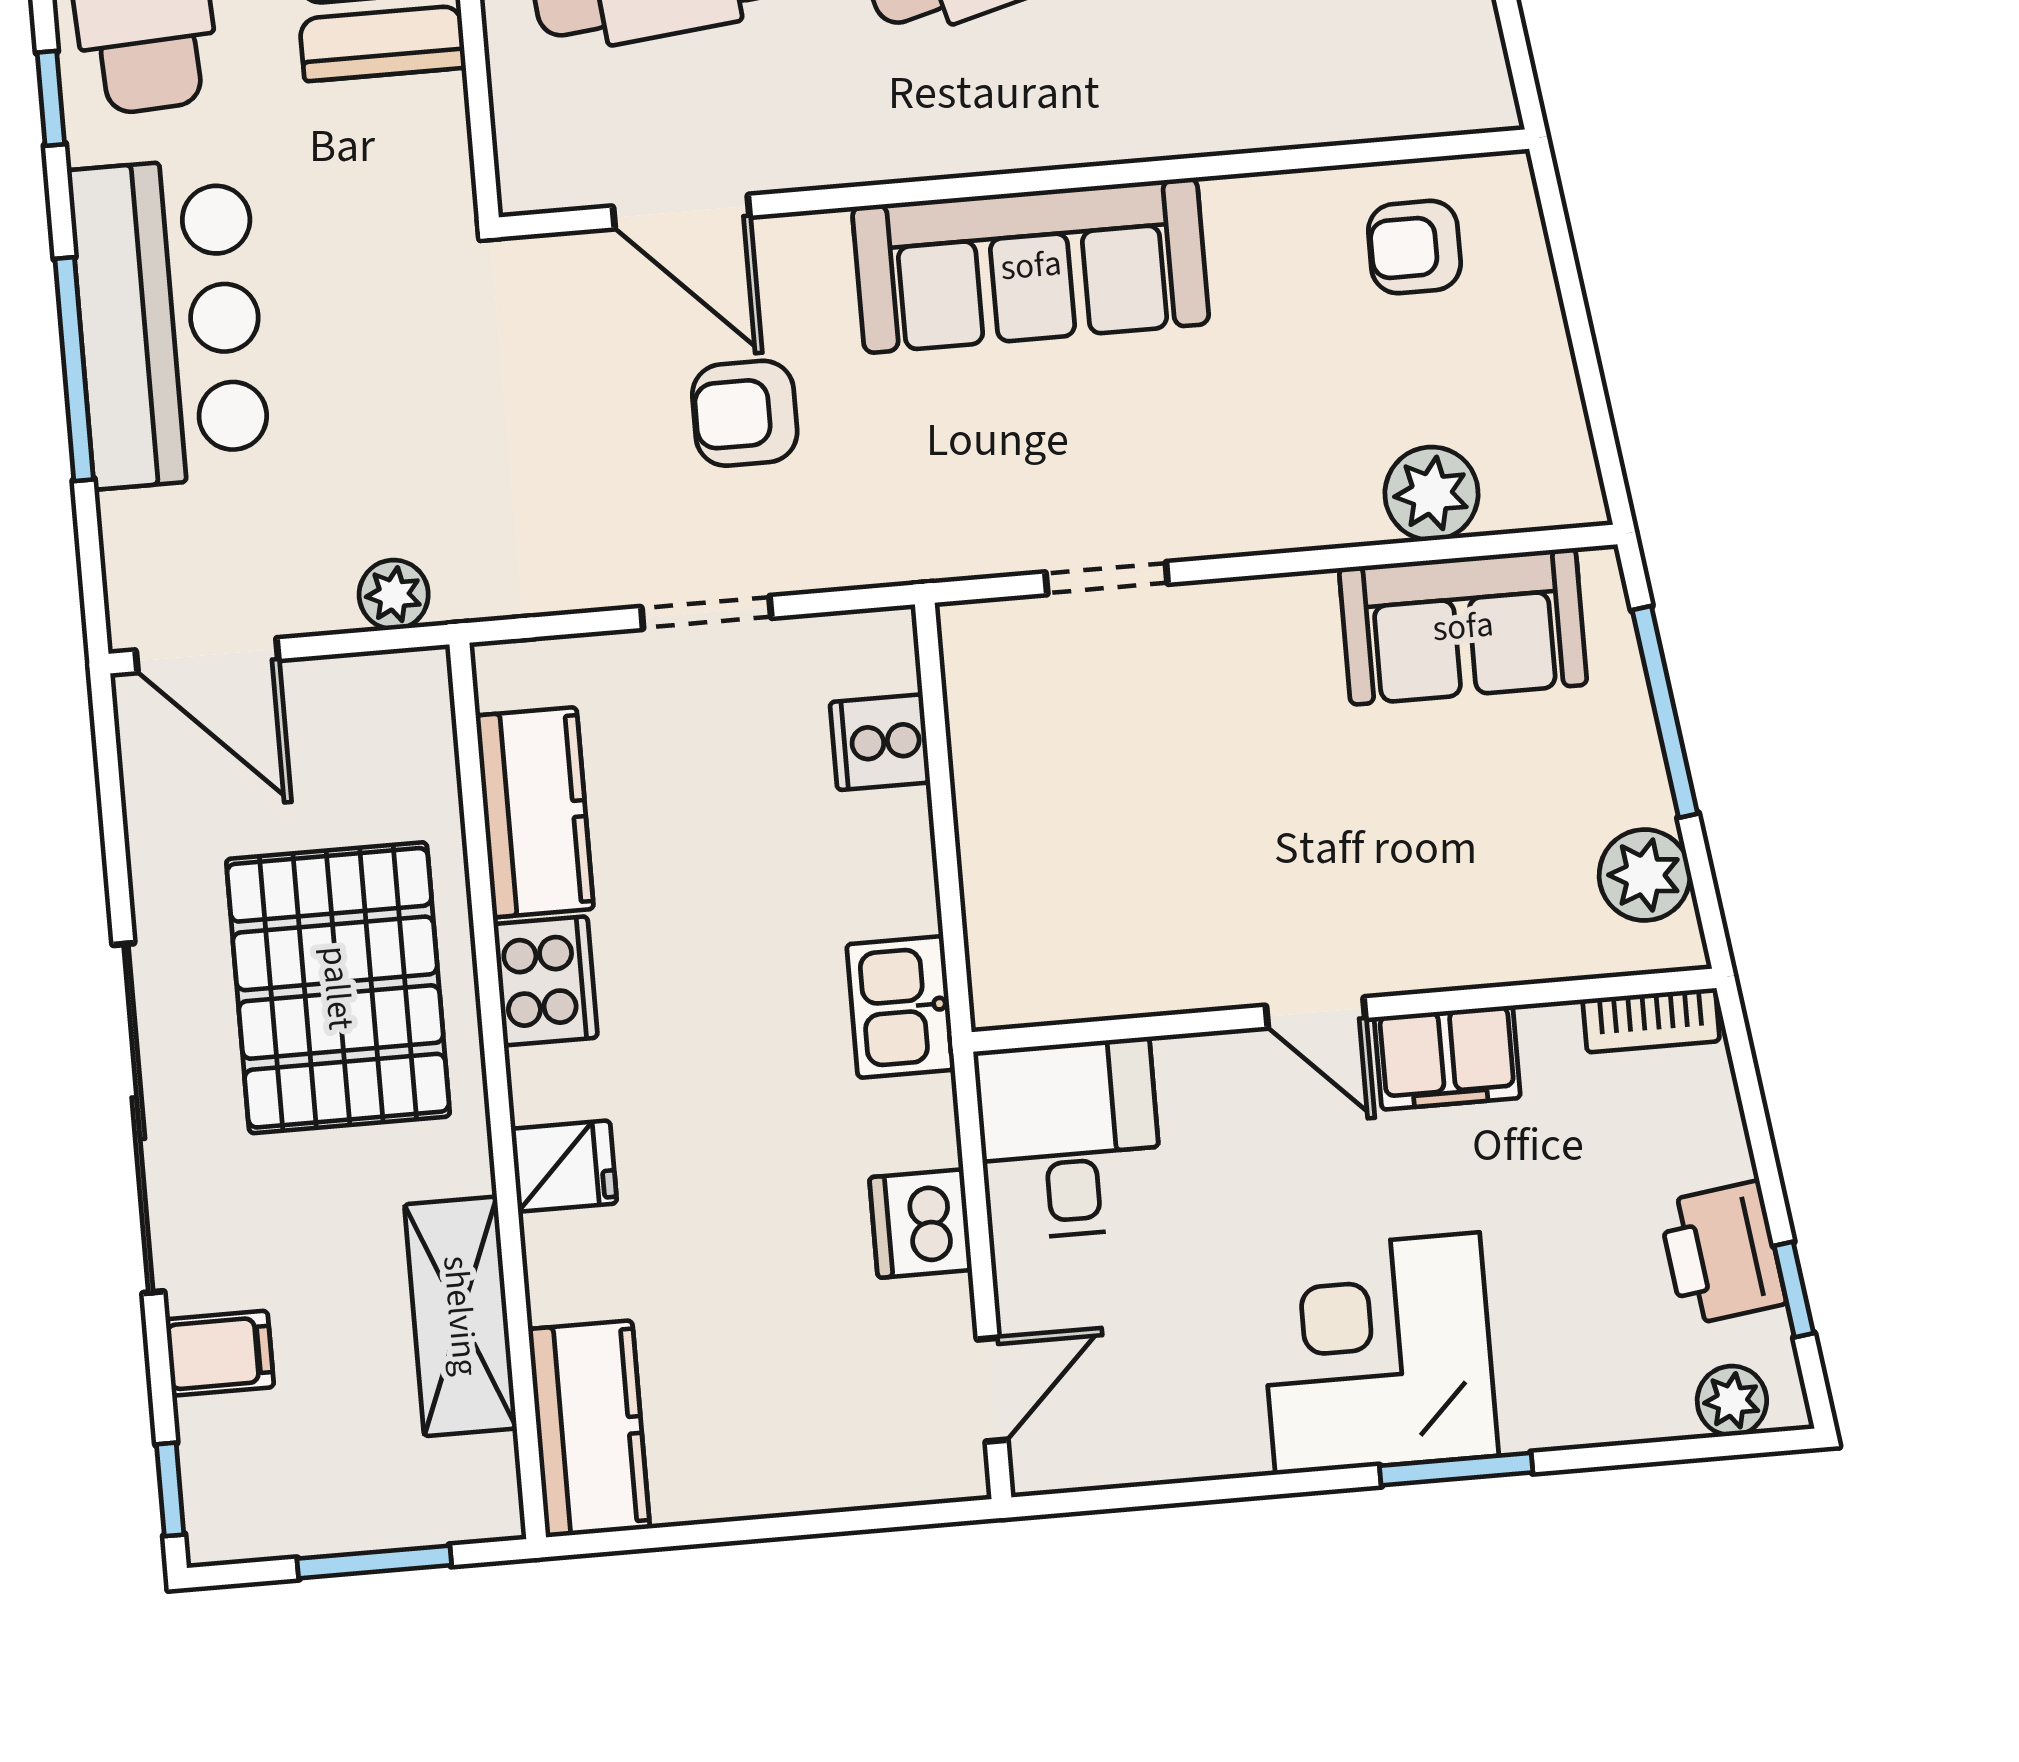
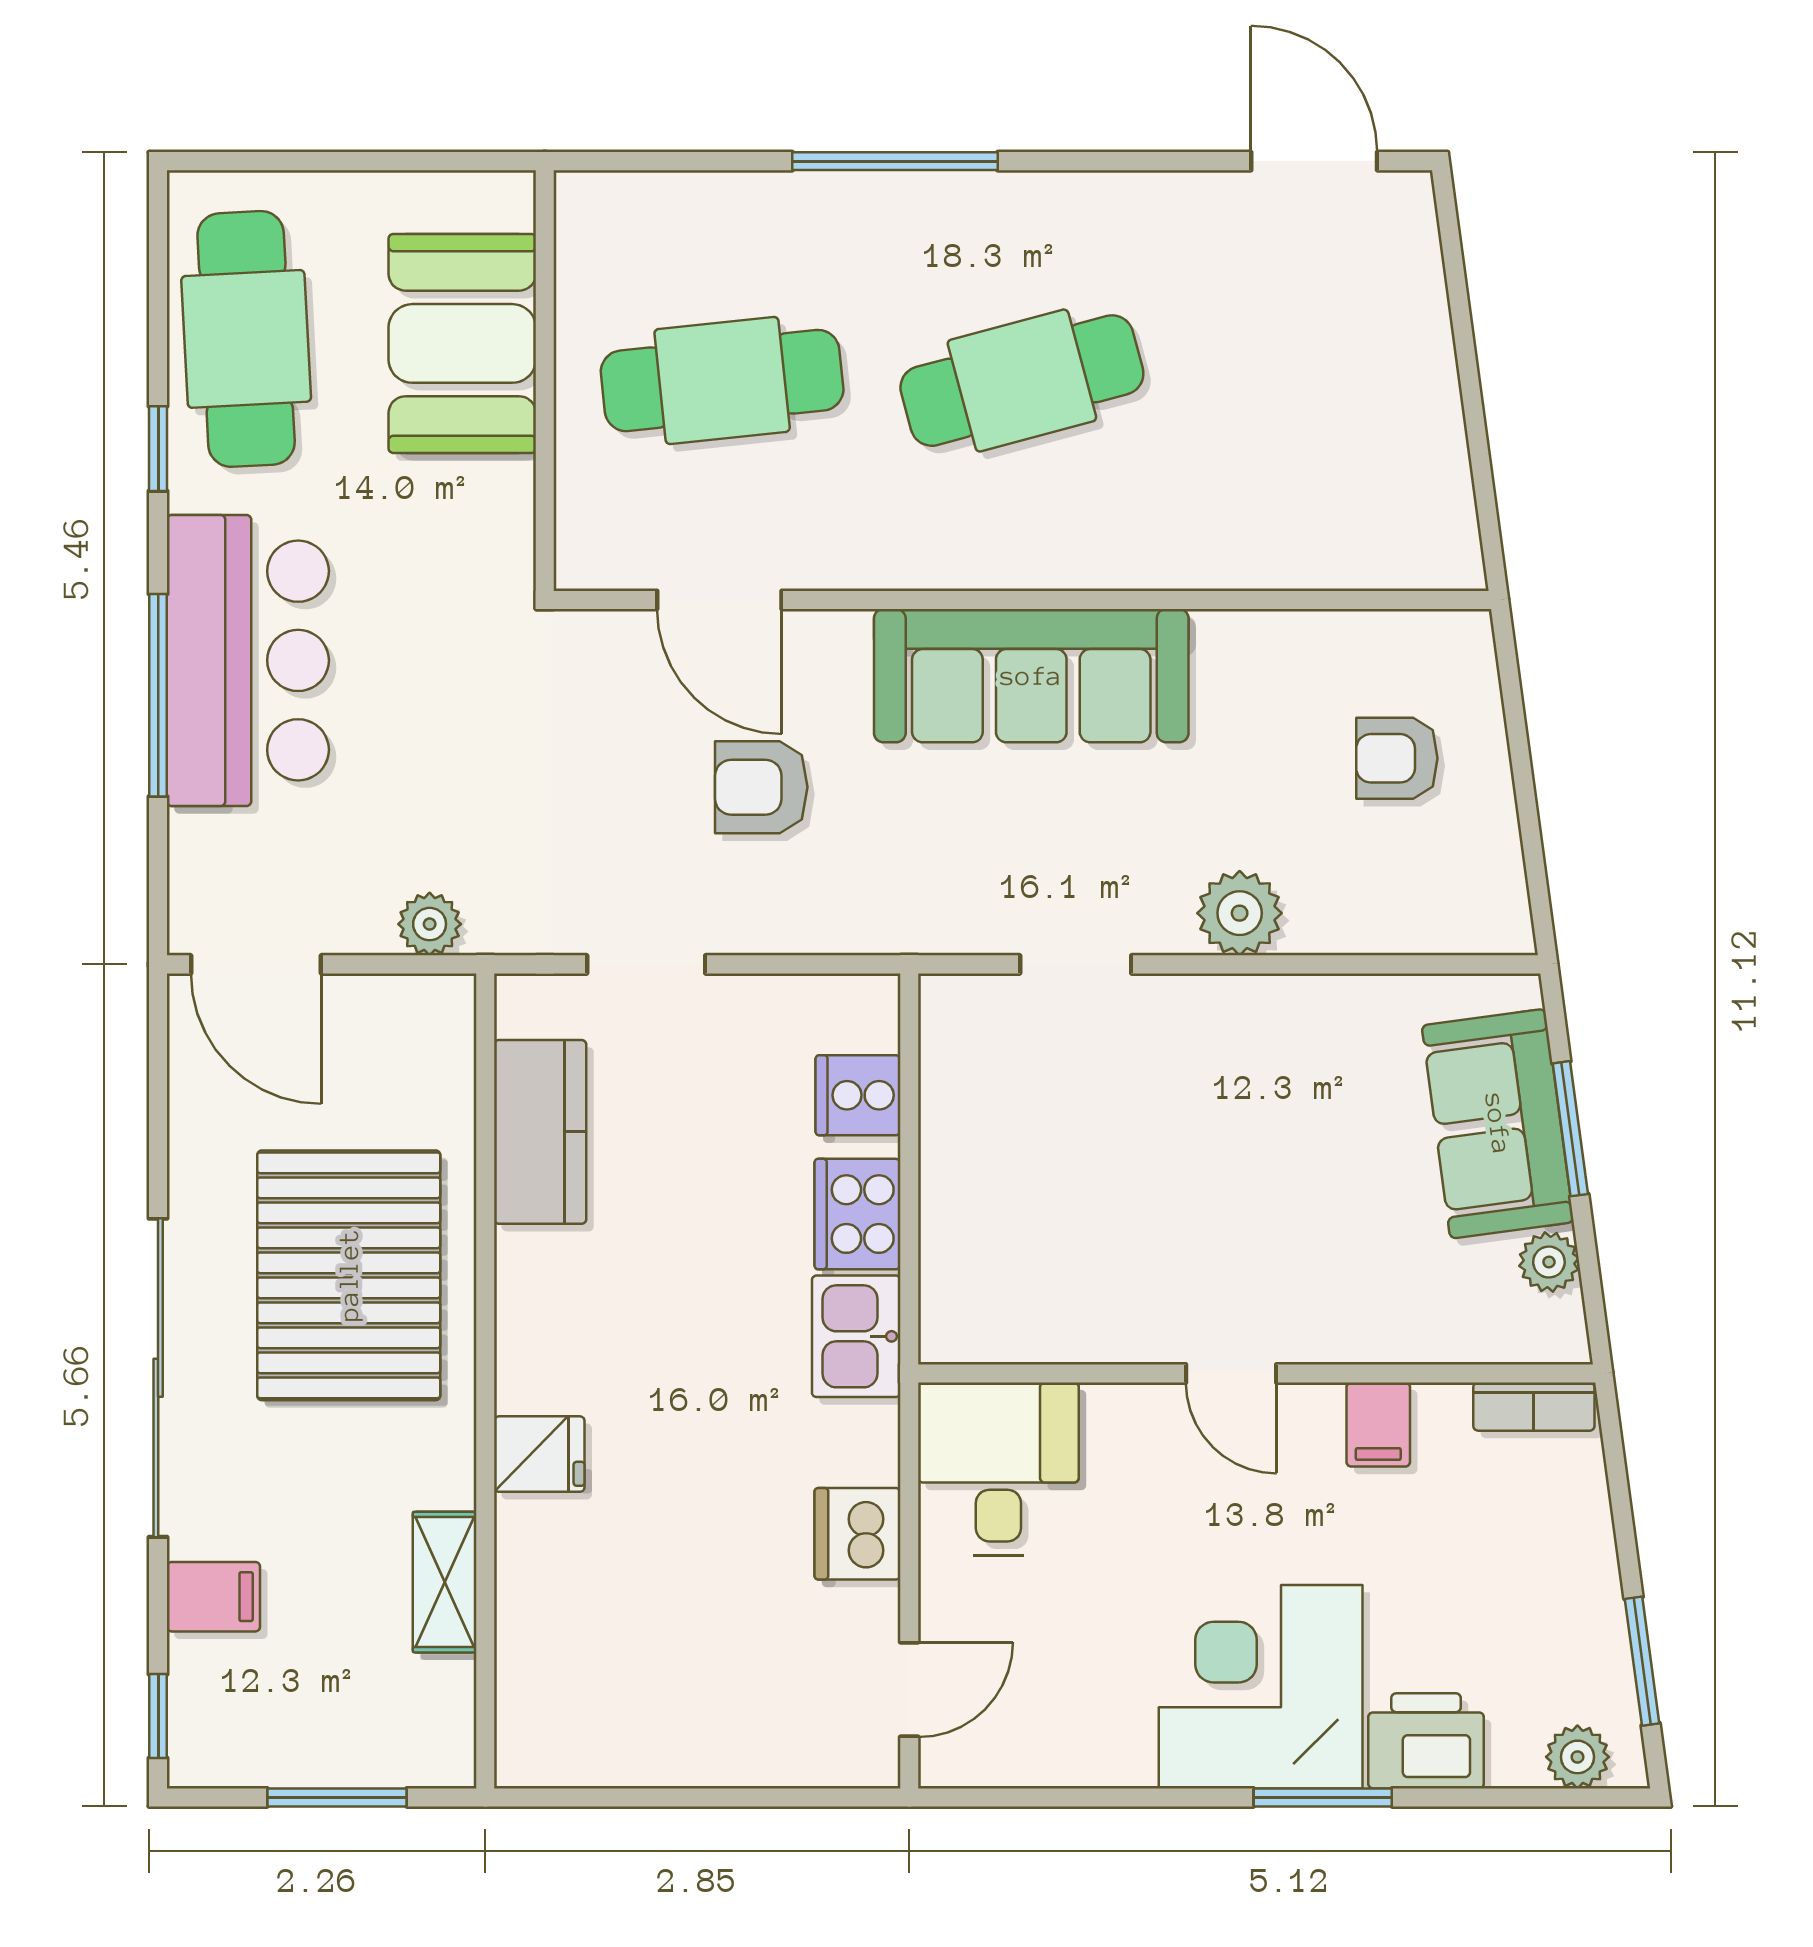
armchair: (1414, 247) -> (1397, 758), moved
plant: (1432, 494) -> (1240, 913), moved
doorway: (706, 612) -> (646, 964), moved
sofa: (1463, 626) -> (1498, 1124), moved, turned 82
window: (1665, 712) -> (1570, 1129), width x0.69
plant: (1645, 875) -> (1549, 1262), width x0.73, depth x0.73
cooker: (546, 981) -> (858, 1214), moved, turned 180
filing cabinet: (1447, 1058) -> (1378, 1425), width x0.50
printer: (1722, 1253) -> (1426, 1741), moved, turned 98
window: (1794, 1290) -> (1642, 1661), width x1.50
shelving: (461, 1316) -> (445, 1582), width x0.67, depth x0.75
kitchen counter: (589, 1429) -> (542, 1694), removed

